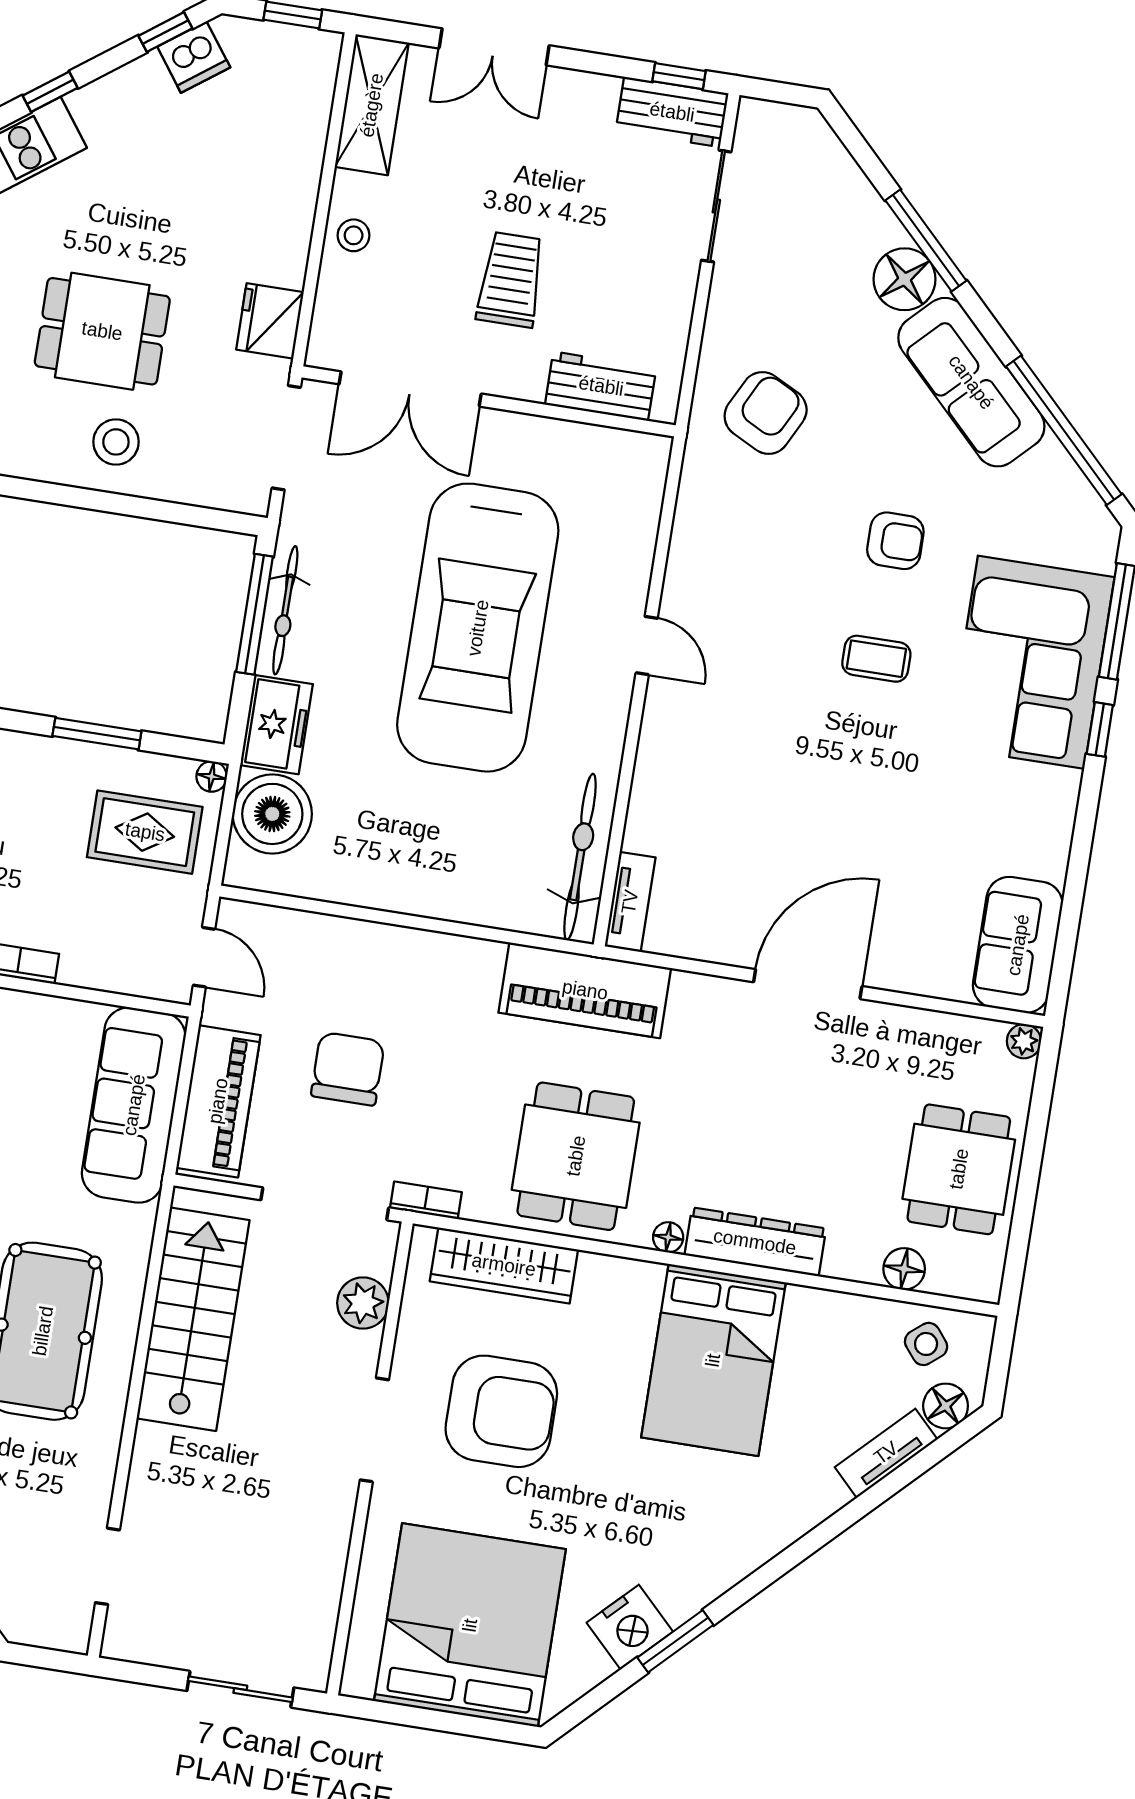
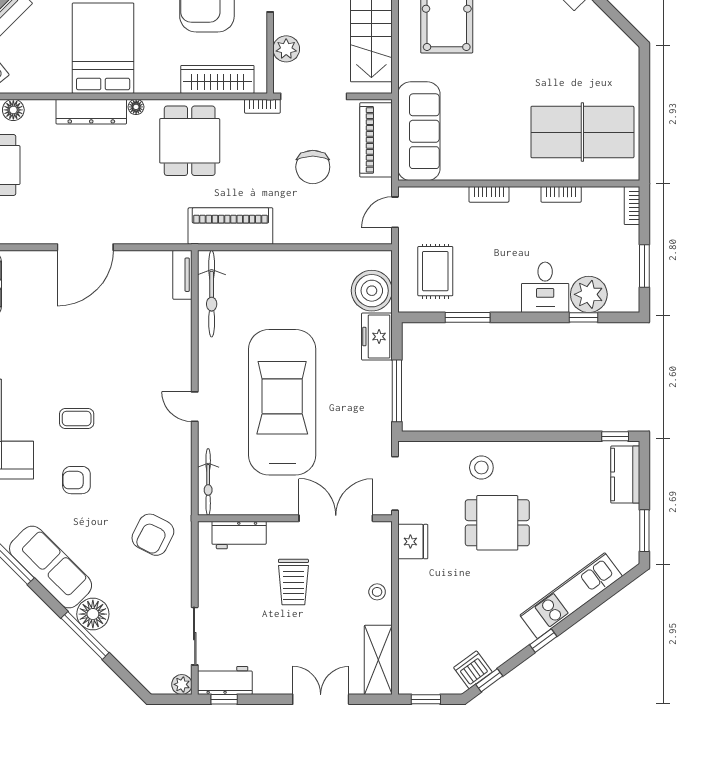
plant: (756, 117) -> (182, 684), added
bicycle: (285, 610) -> (208, 482), moved, turned 180
floor lamp: (212, 776) -> (406, 305), removed
rug: (145, 832) -> (435, 271), turned 90
door: (204, 957) -> (395, 212), hinge flipped
piano: (585, 990) -> (230, 226), moved

